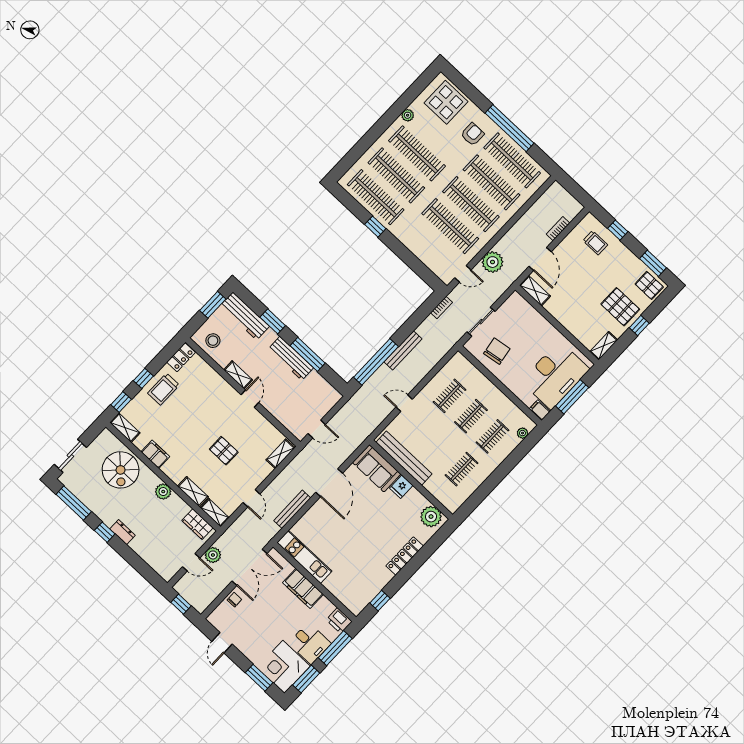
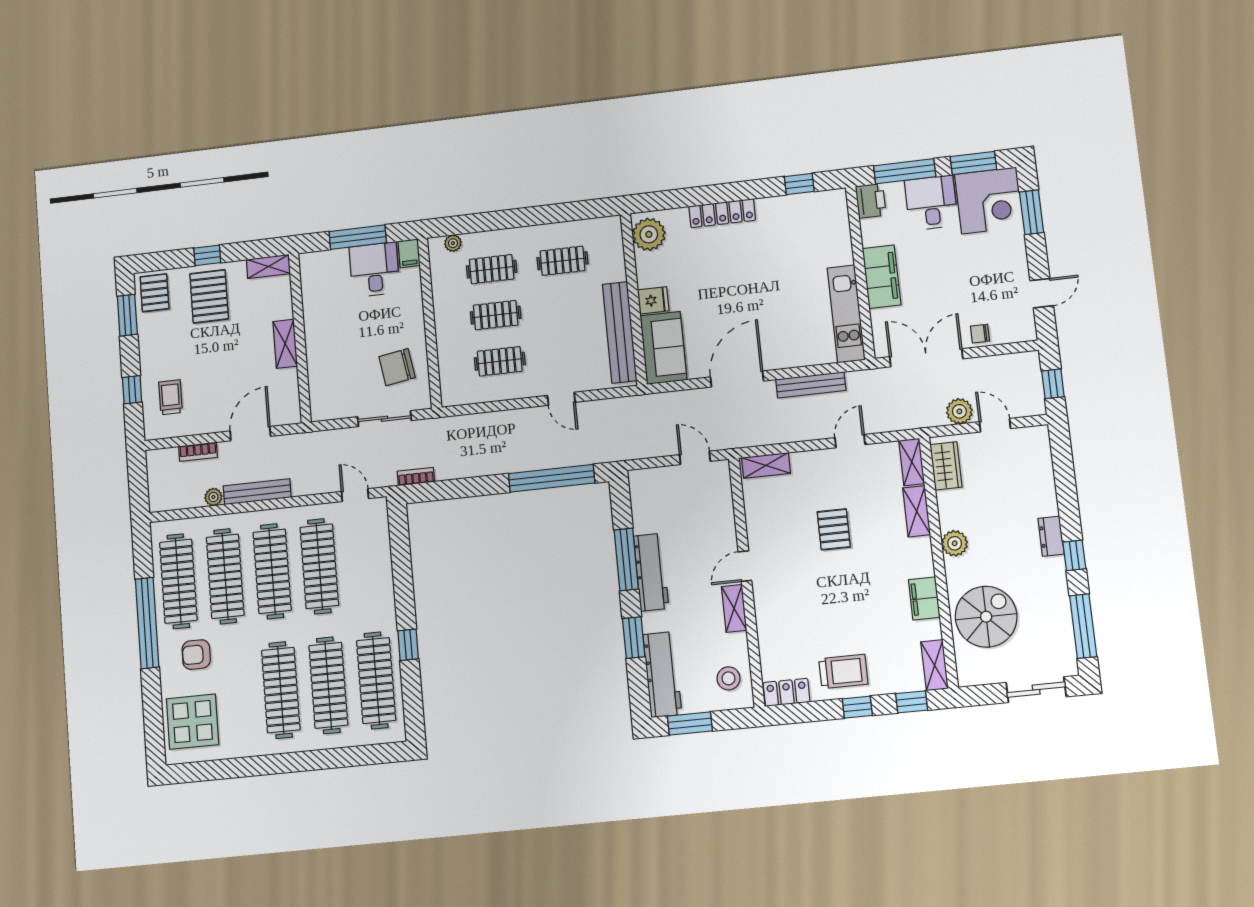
plant: (408, 115) -> (251, 747), removed
plant: (493, 262) -> (213, 497), moved, width x0.53, depth x0.53
shelving: (535, 291) -> (285, 344), moved
bench: (403, 350) -> (257, 492), moved
desk: (555, 375) -> (374, 270), width x0.53, depth x0.77

